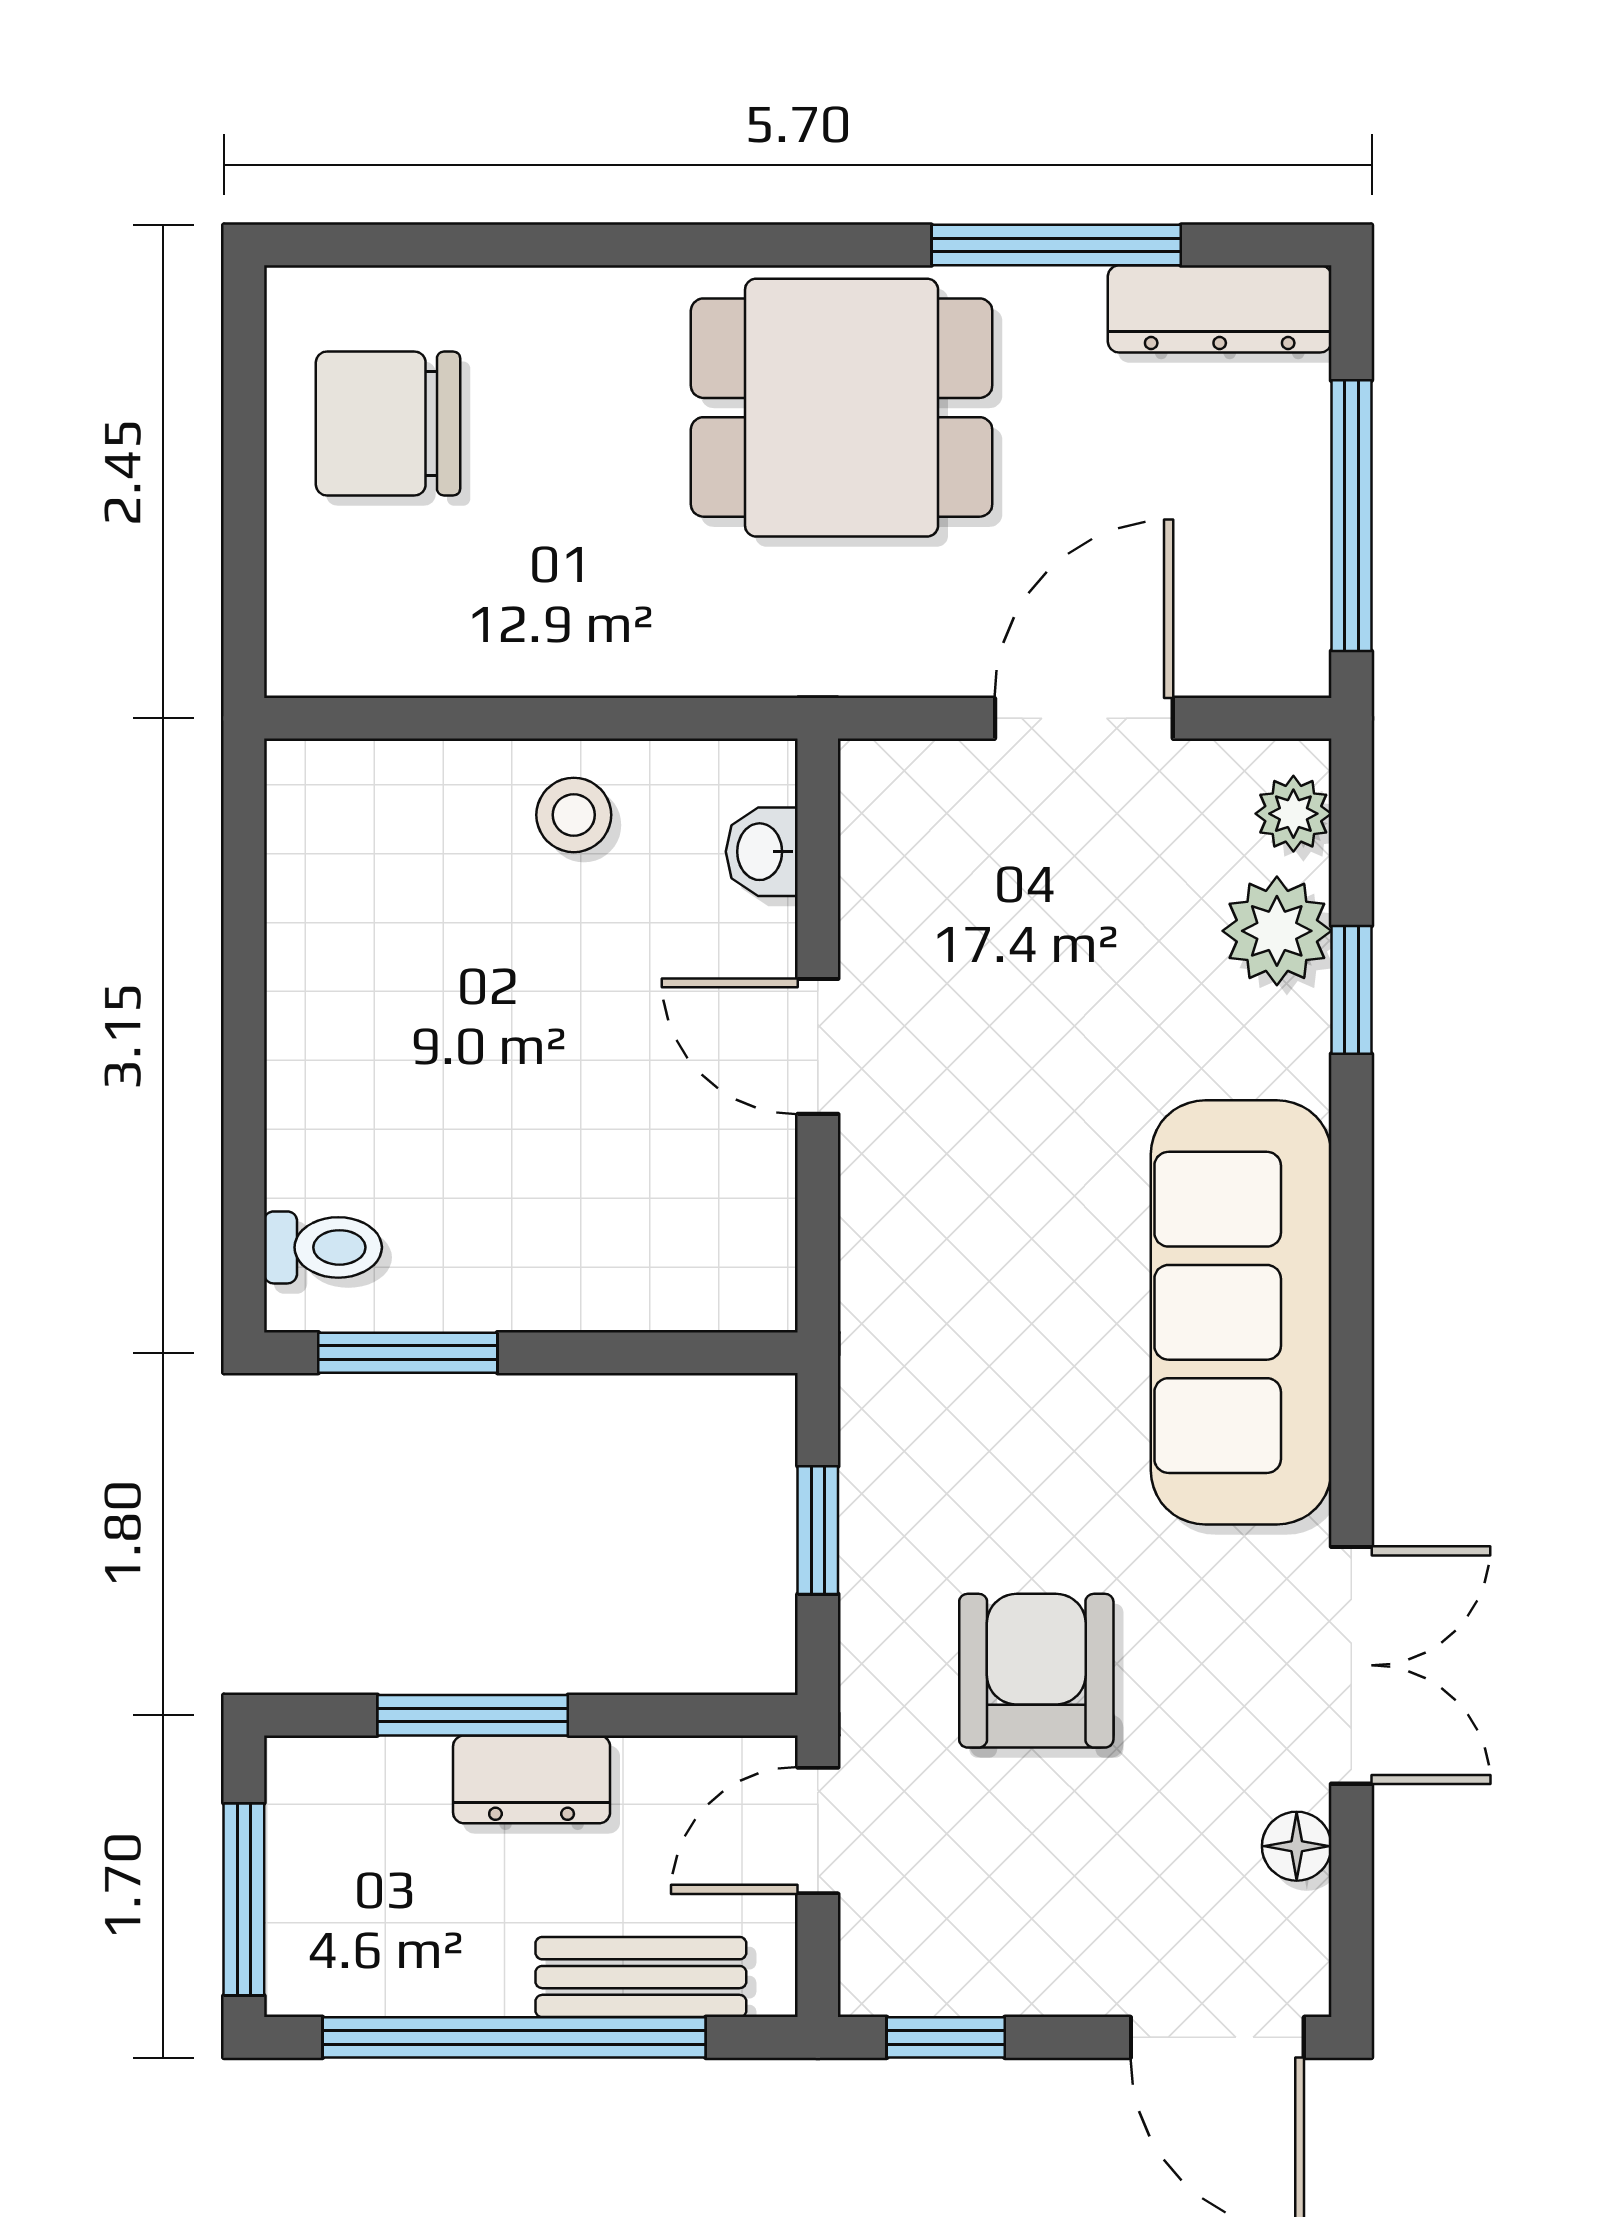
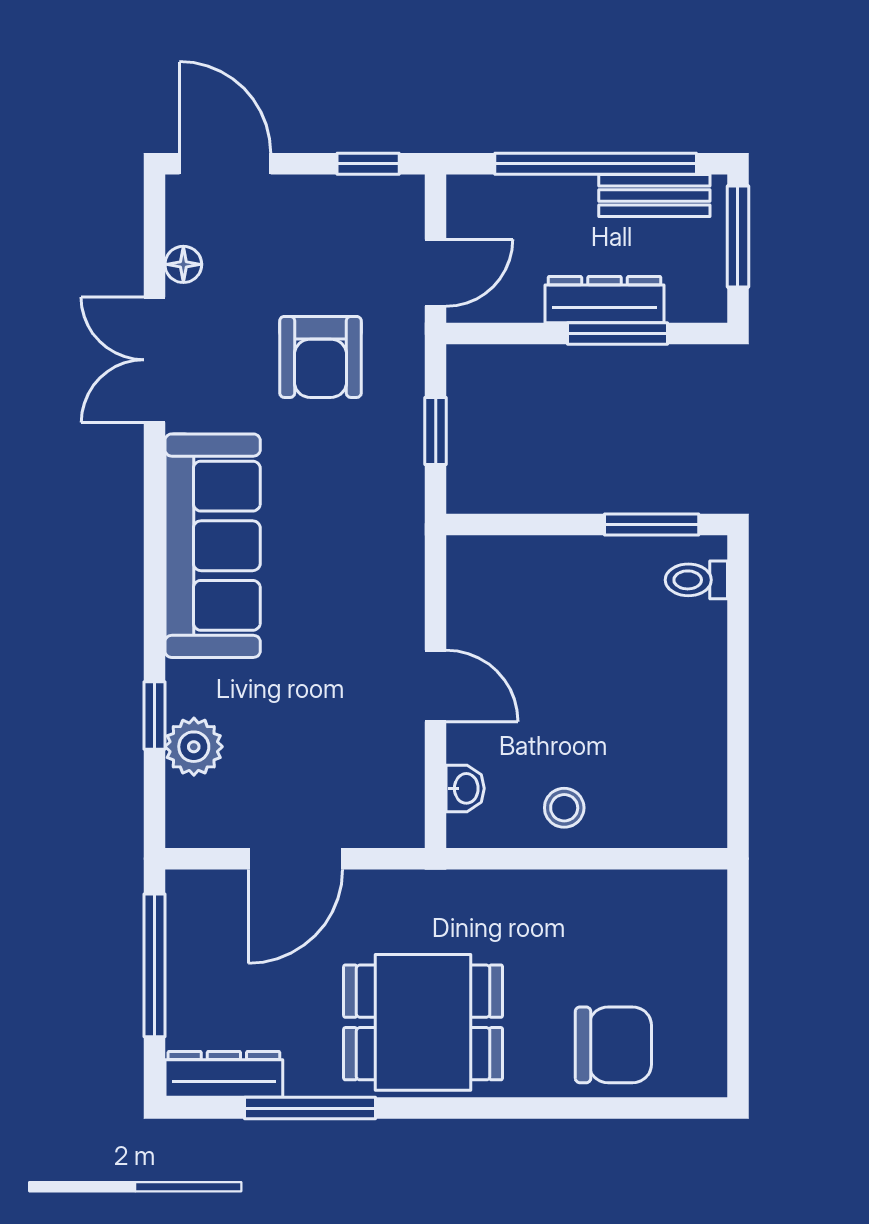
chair: (388, 423) -> (613, 1045), moved
plant: (1293, 814) -> (185, 808), removed
dresser: (532, 1779) -> (604, 300), width x1.44
bench: (641, 1977) -> (654, 196), moved

